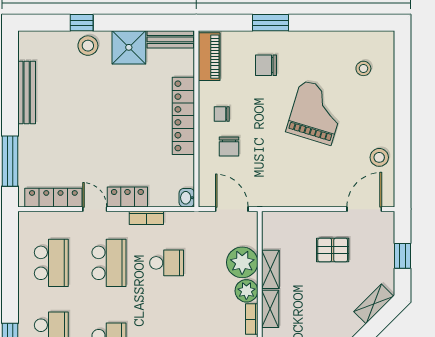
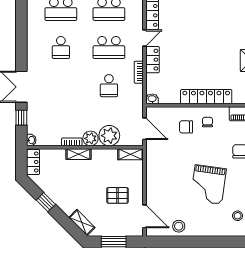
grand piano: (316, 113) -> (208, 184), turned 81
door: (232, 209) -> (145, 129), hinge flipped
pallet: (333, 250) -> (117, 195), turned 90
window: (403, 256) -> (114, 242), width x1.50
shelving: (270, 269) -> (131, 154), moved

